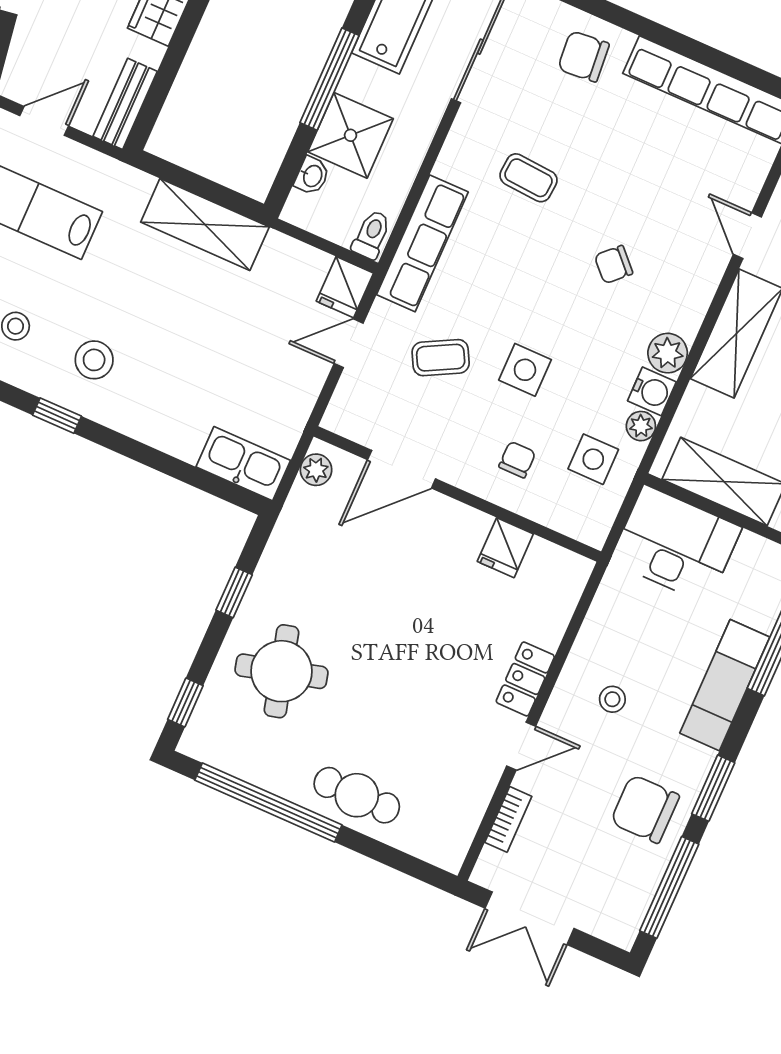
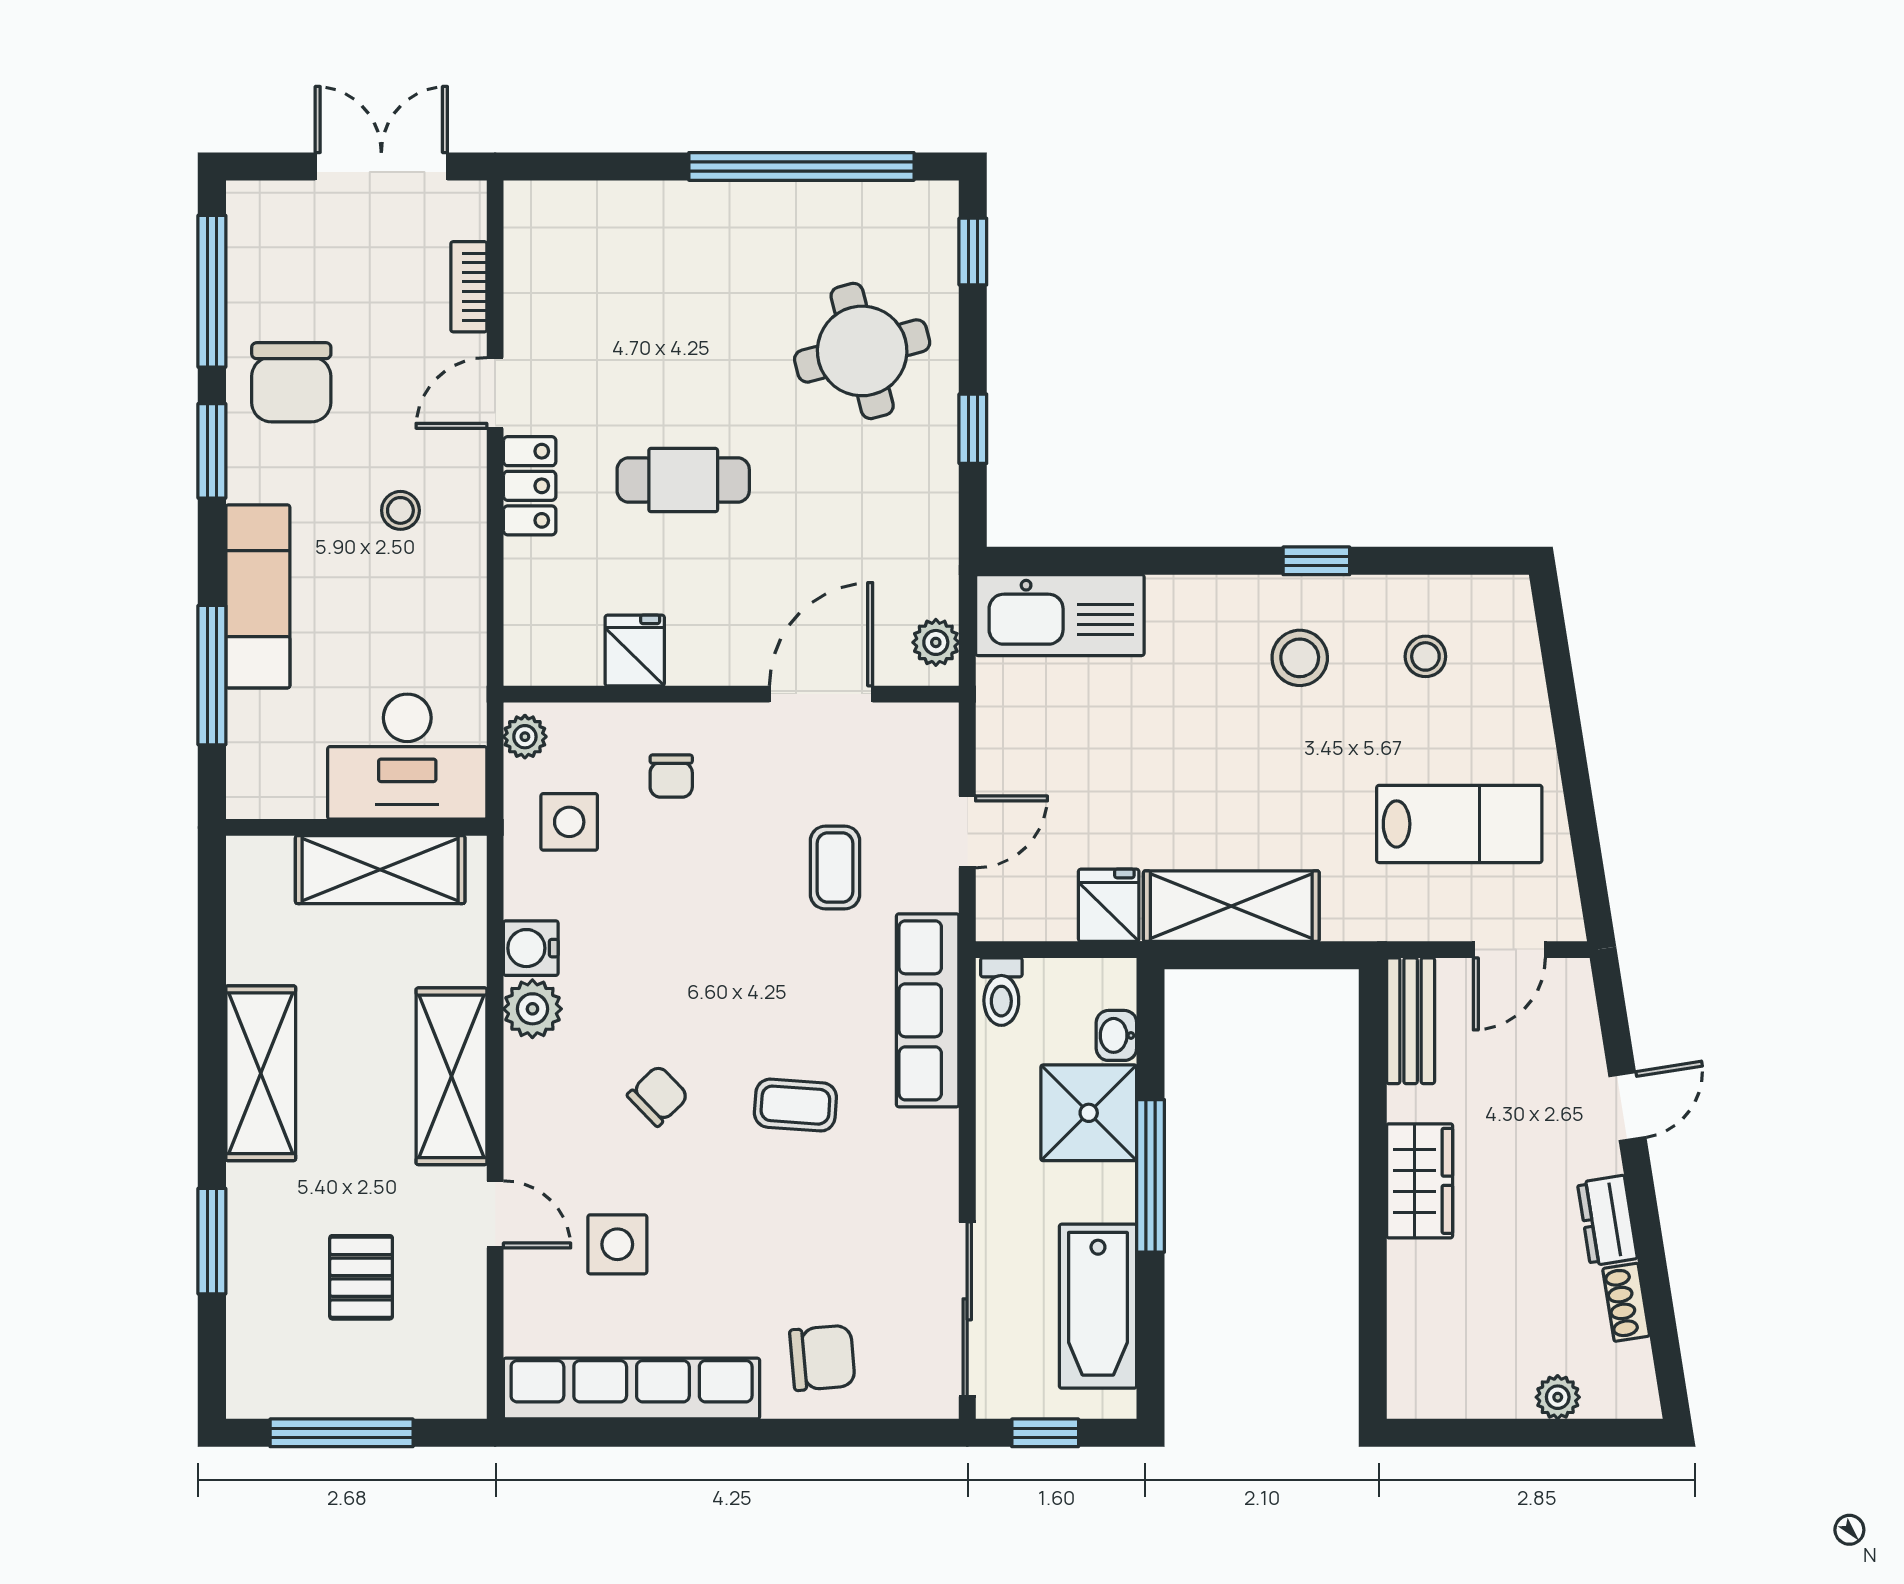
coffee table: (528, 178) -> (795, 1105), moved
fridge: (345, 287) -> (1109, 905), moved
coffee table: (441, 358) -> (835, 868), turned -62
side table: (525, 370) -> (617, 1244), moved
plant: (641, 426) -> (525, 737), moved
kitchen sink: (243, 464) -> (1060, 615), width x1.36, depth x1.24
cafe table: (357, 795) -> (683, 480), moved
chair: (645, 809) -> (291, 382), turned 90

